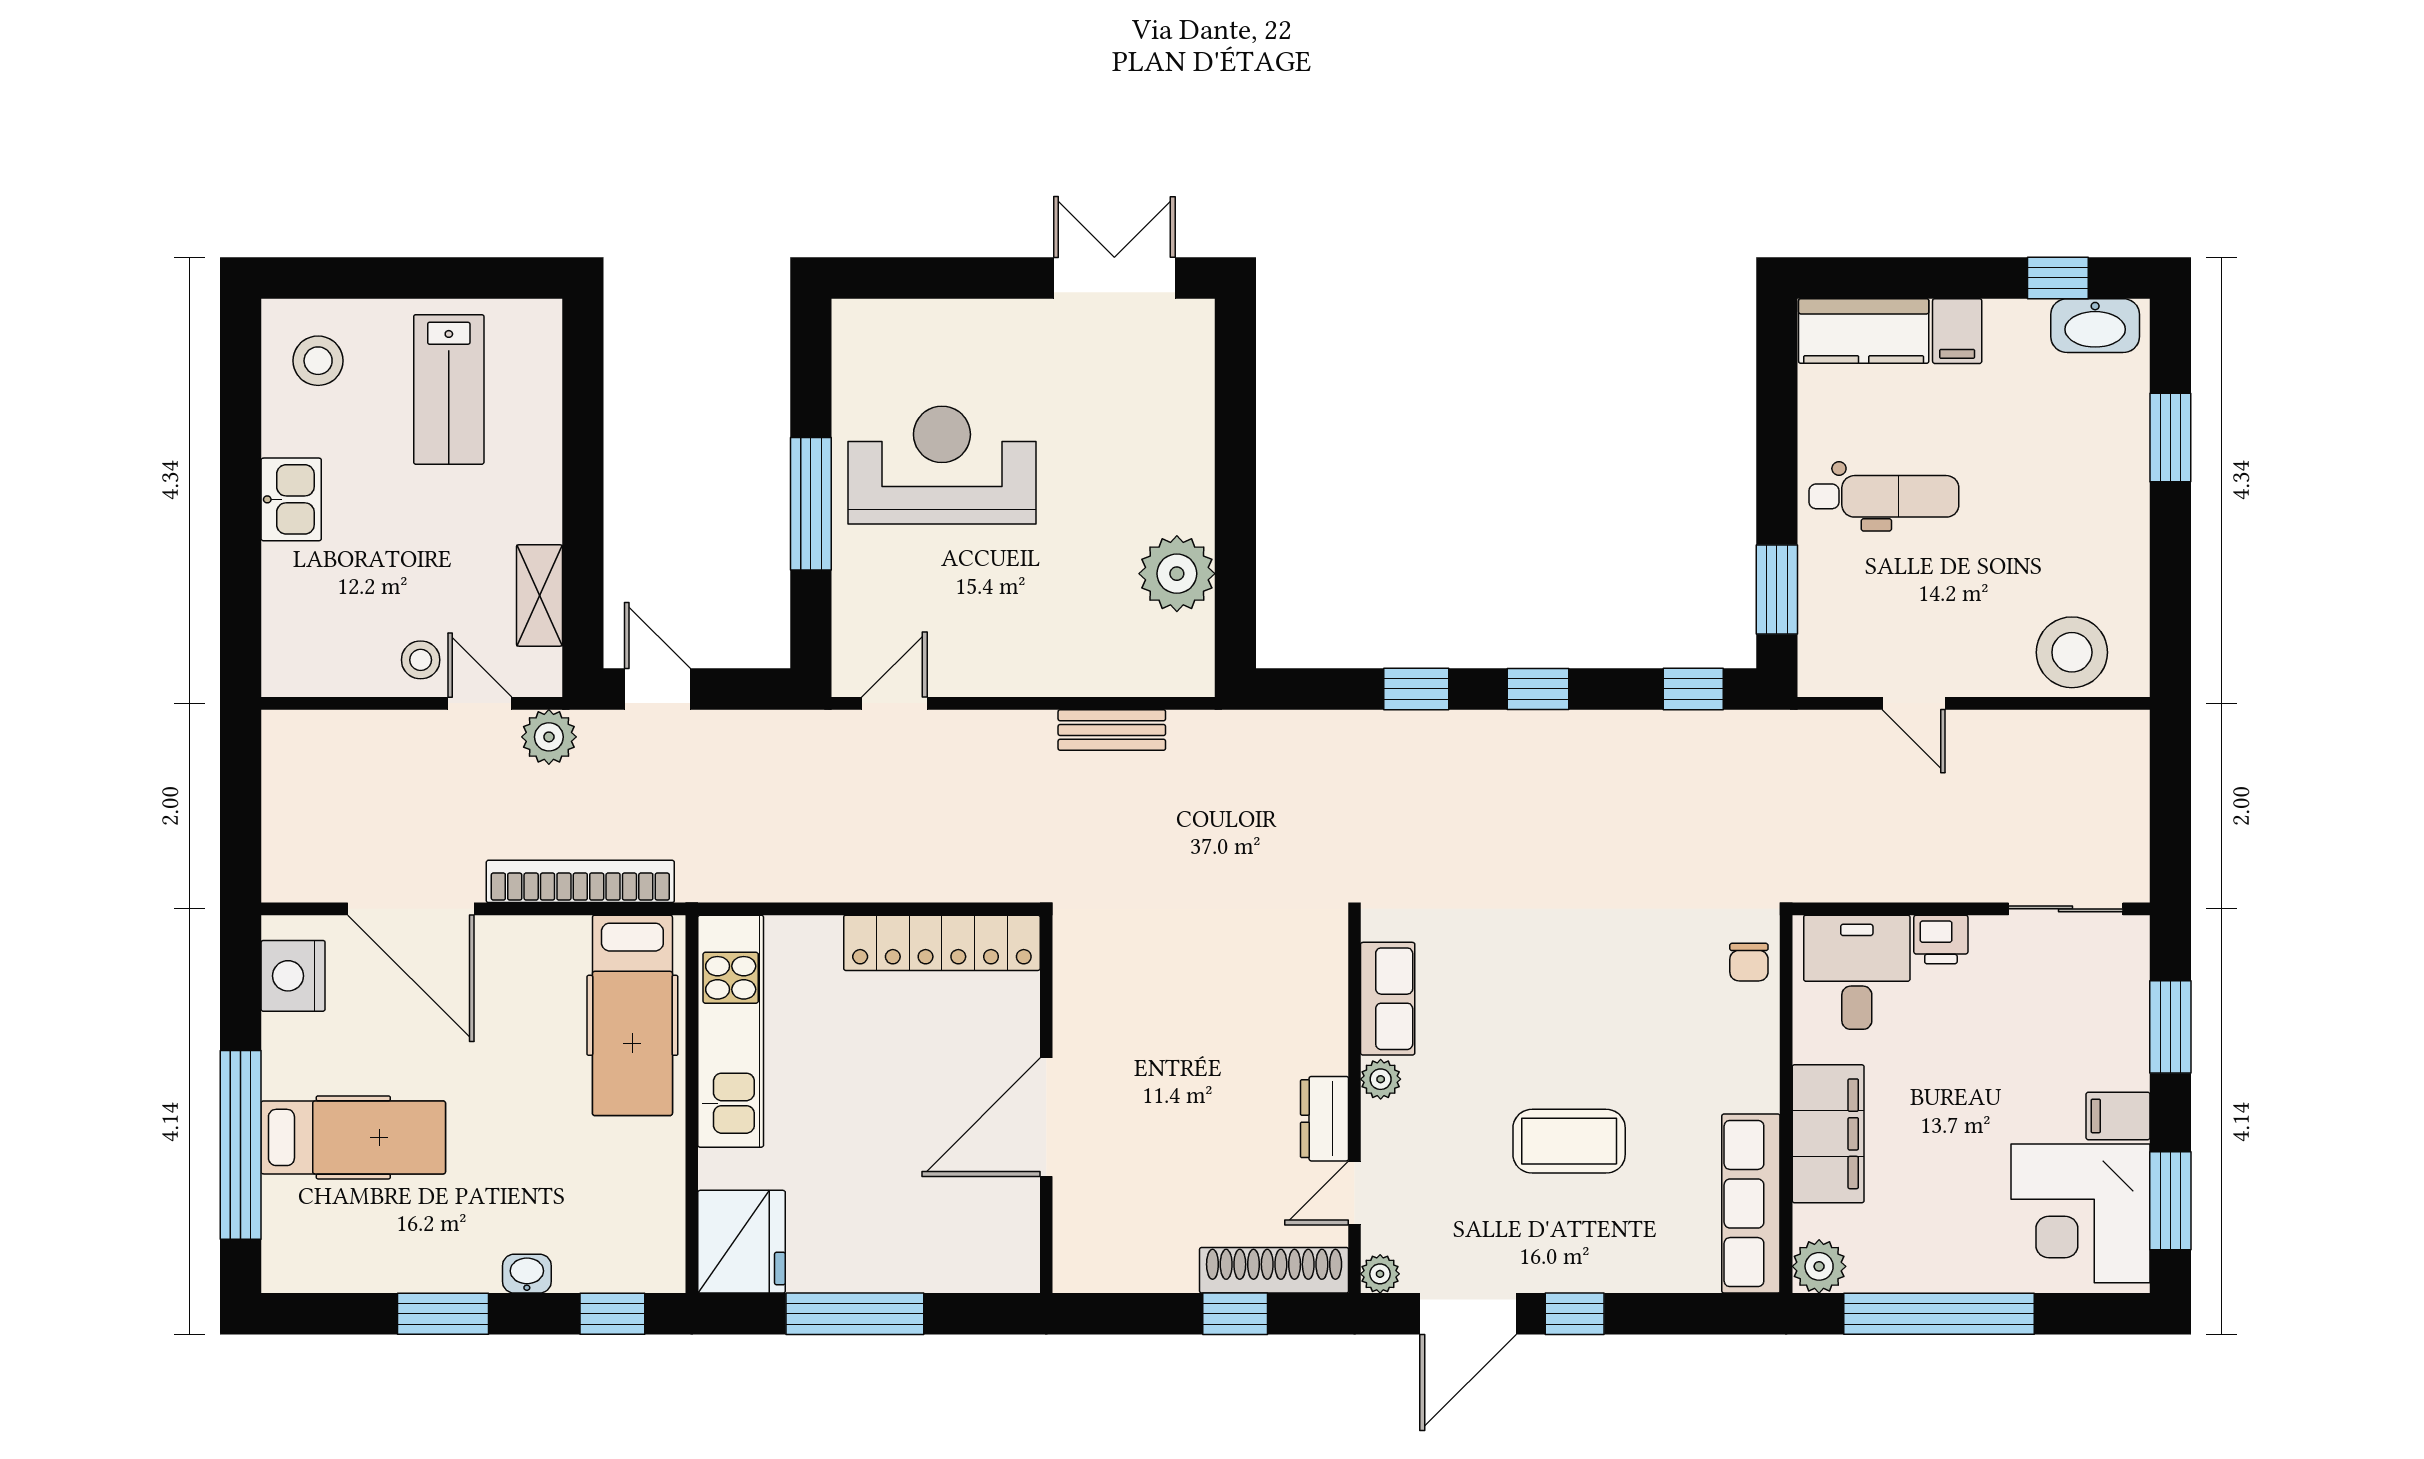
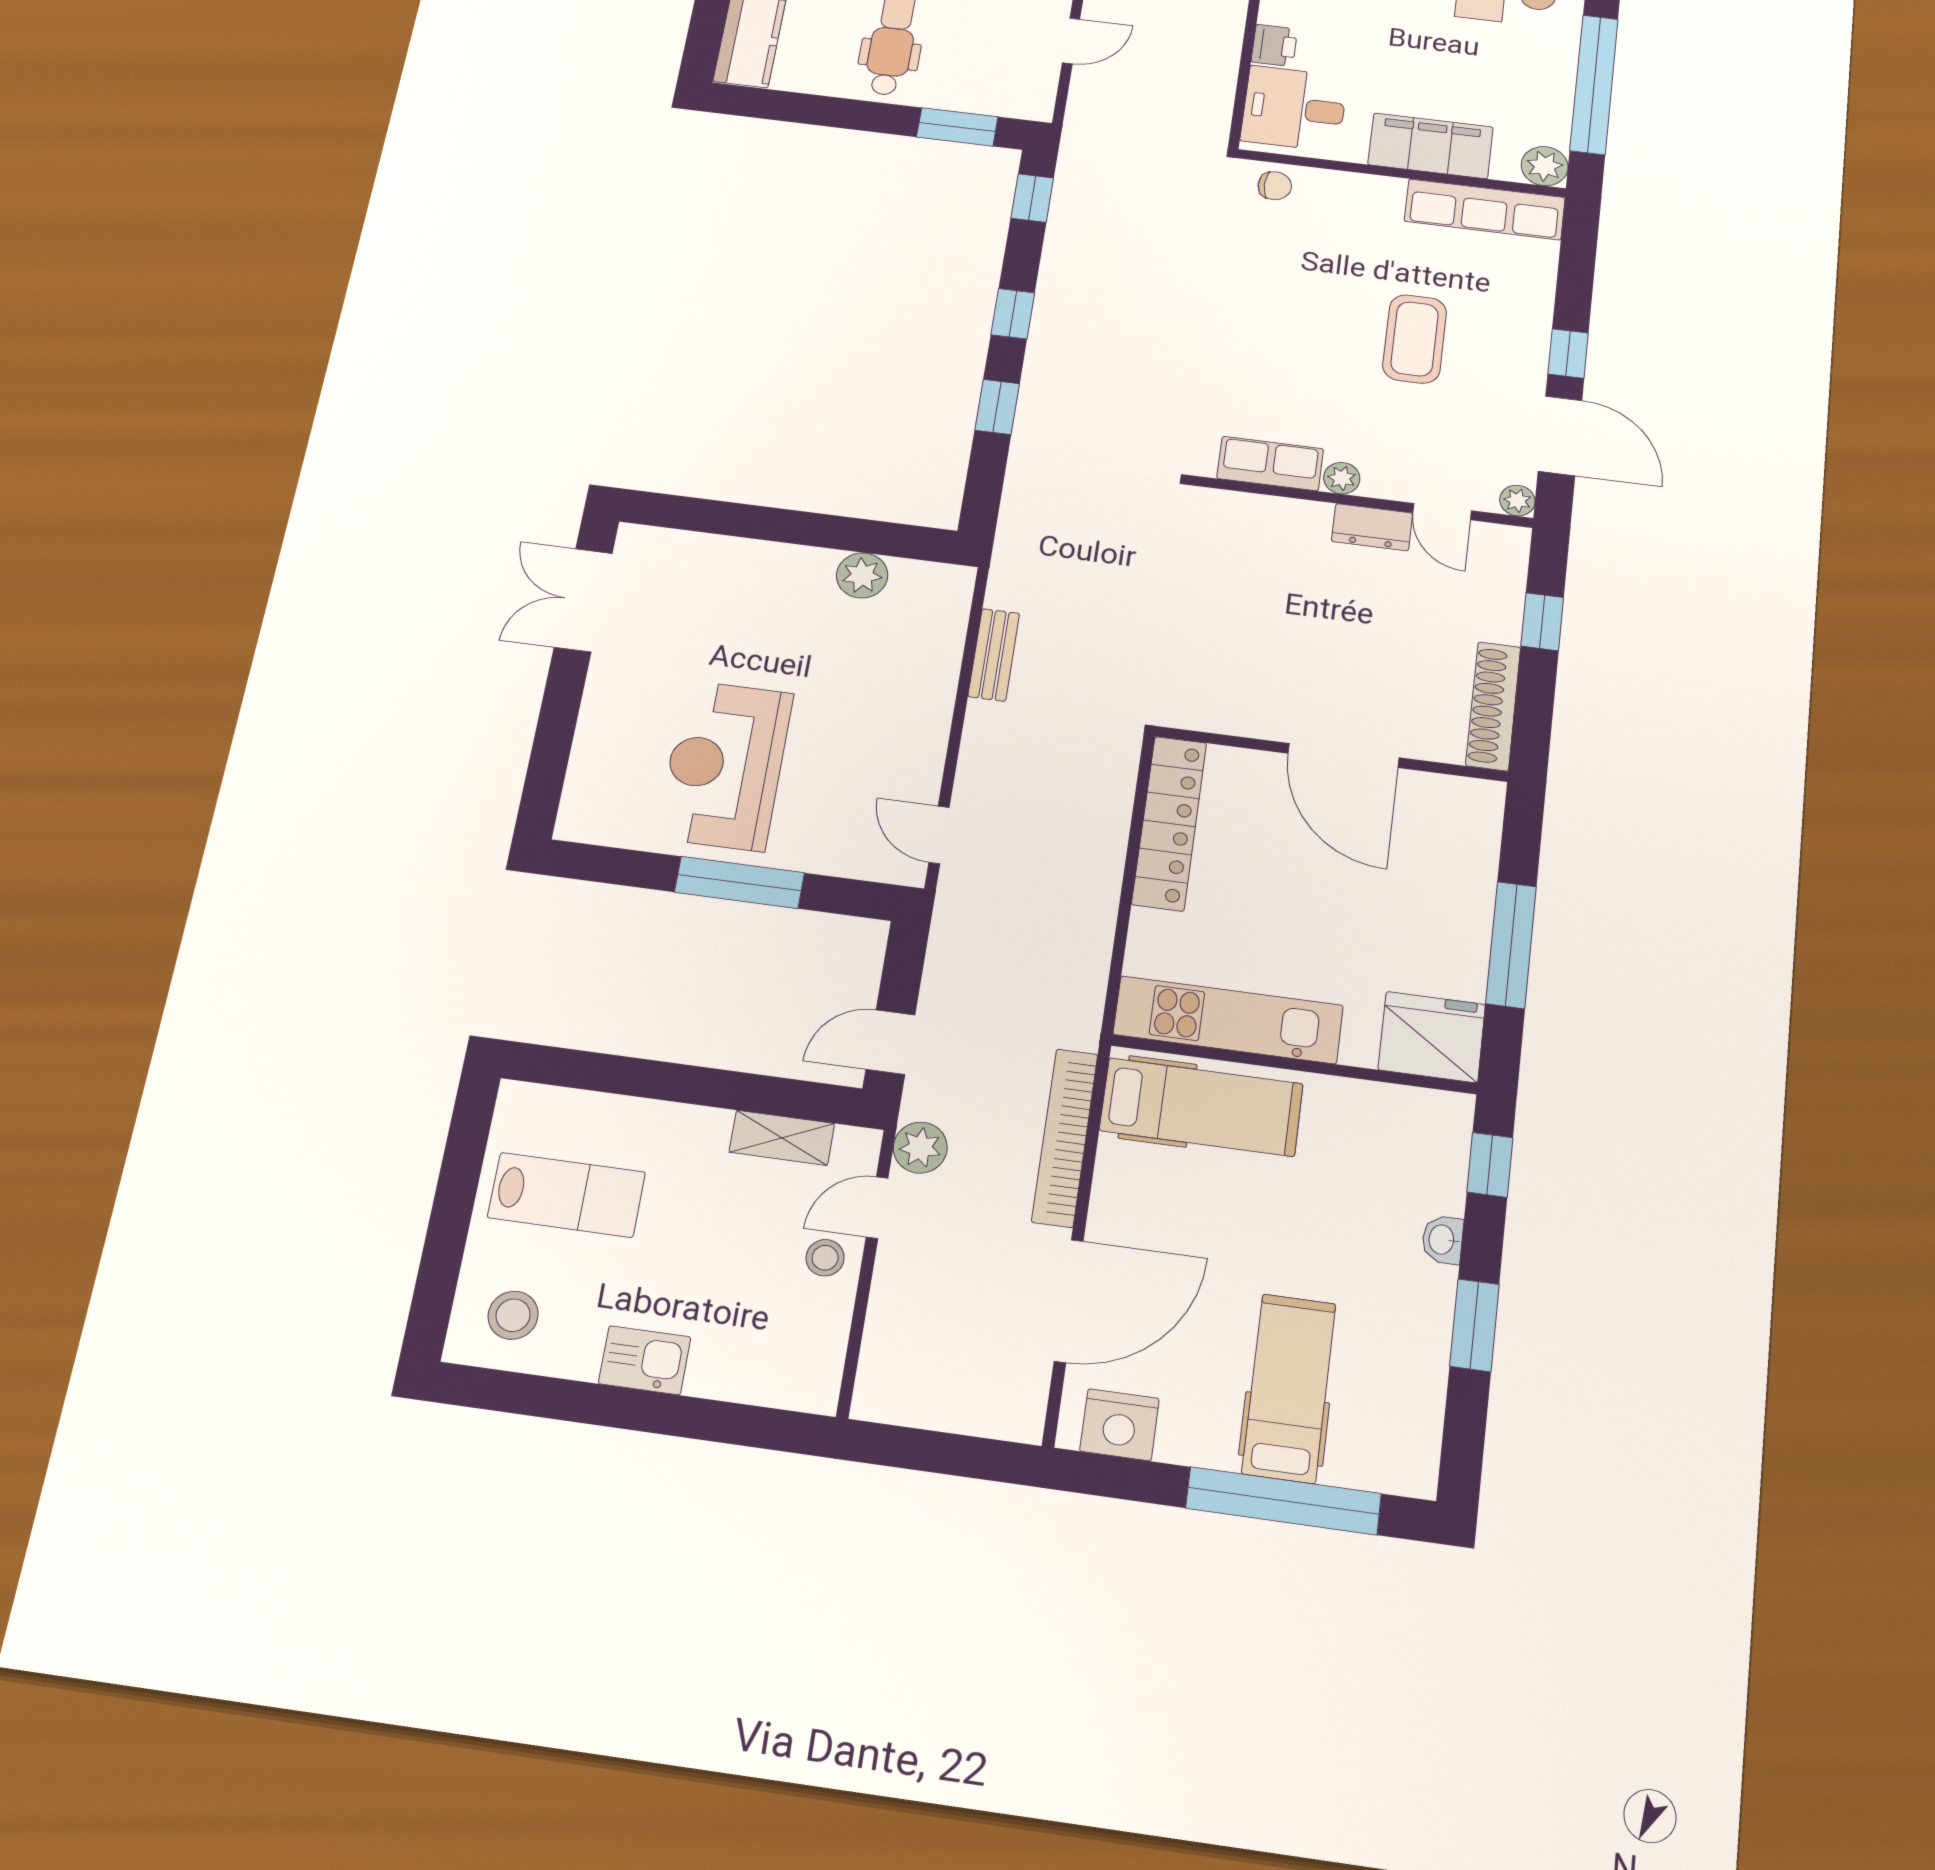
plant: (1177, 574) -> (862, 575), width x0.73, depth x0.73
shoe rack: (1274, 1270) -> (1493, 706), moved

